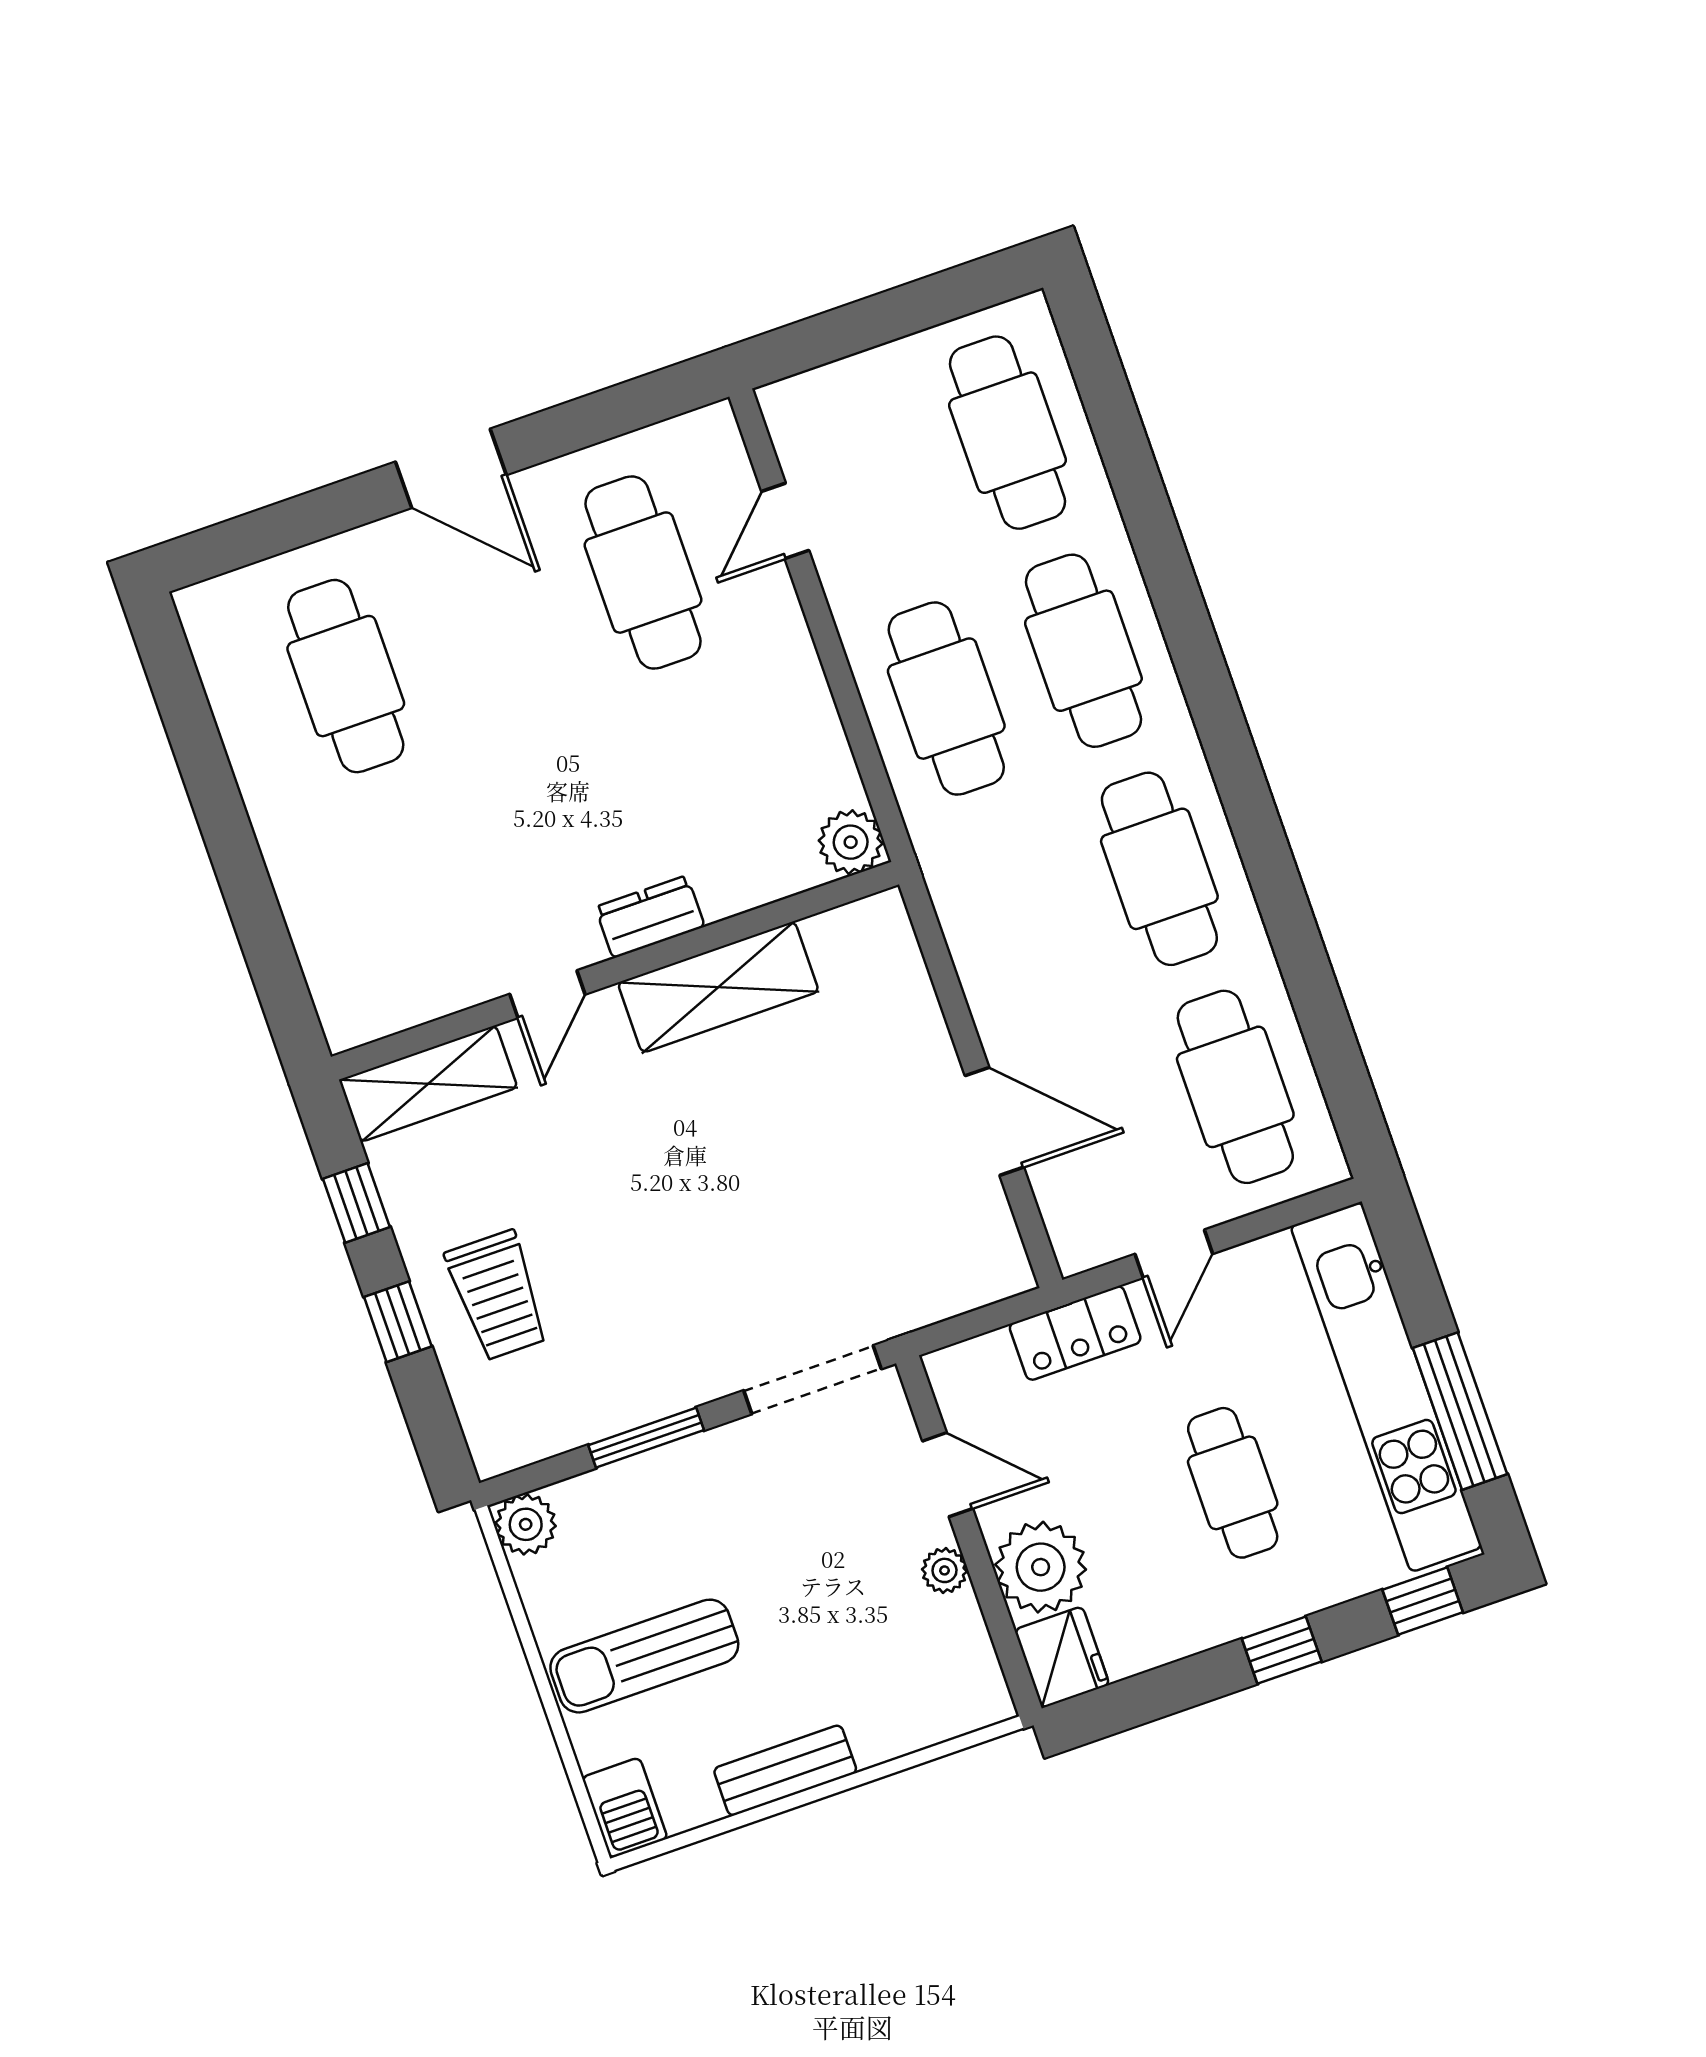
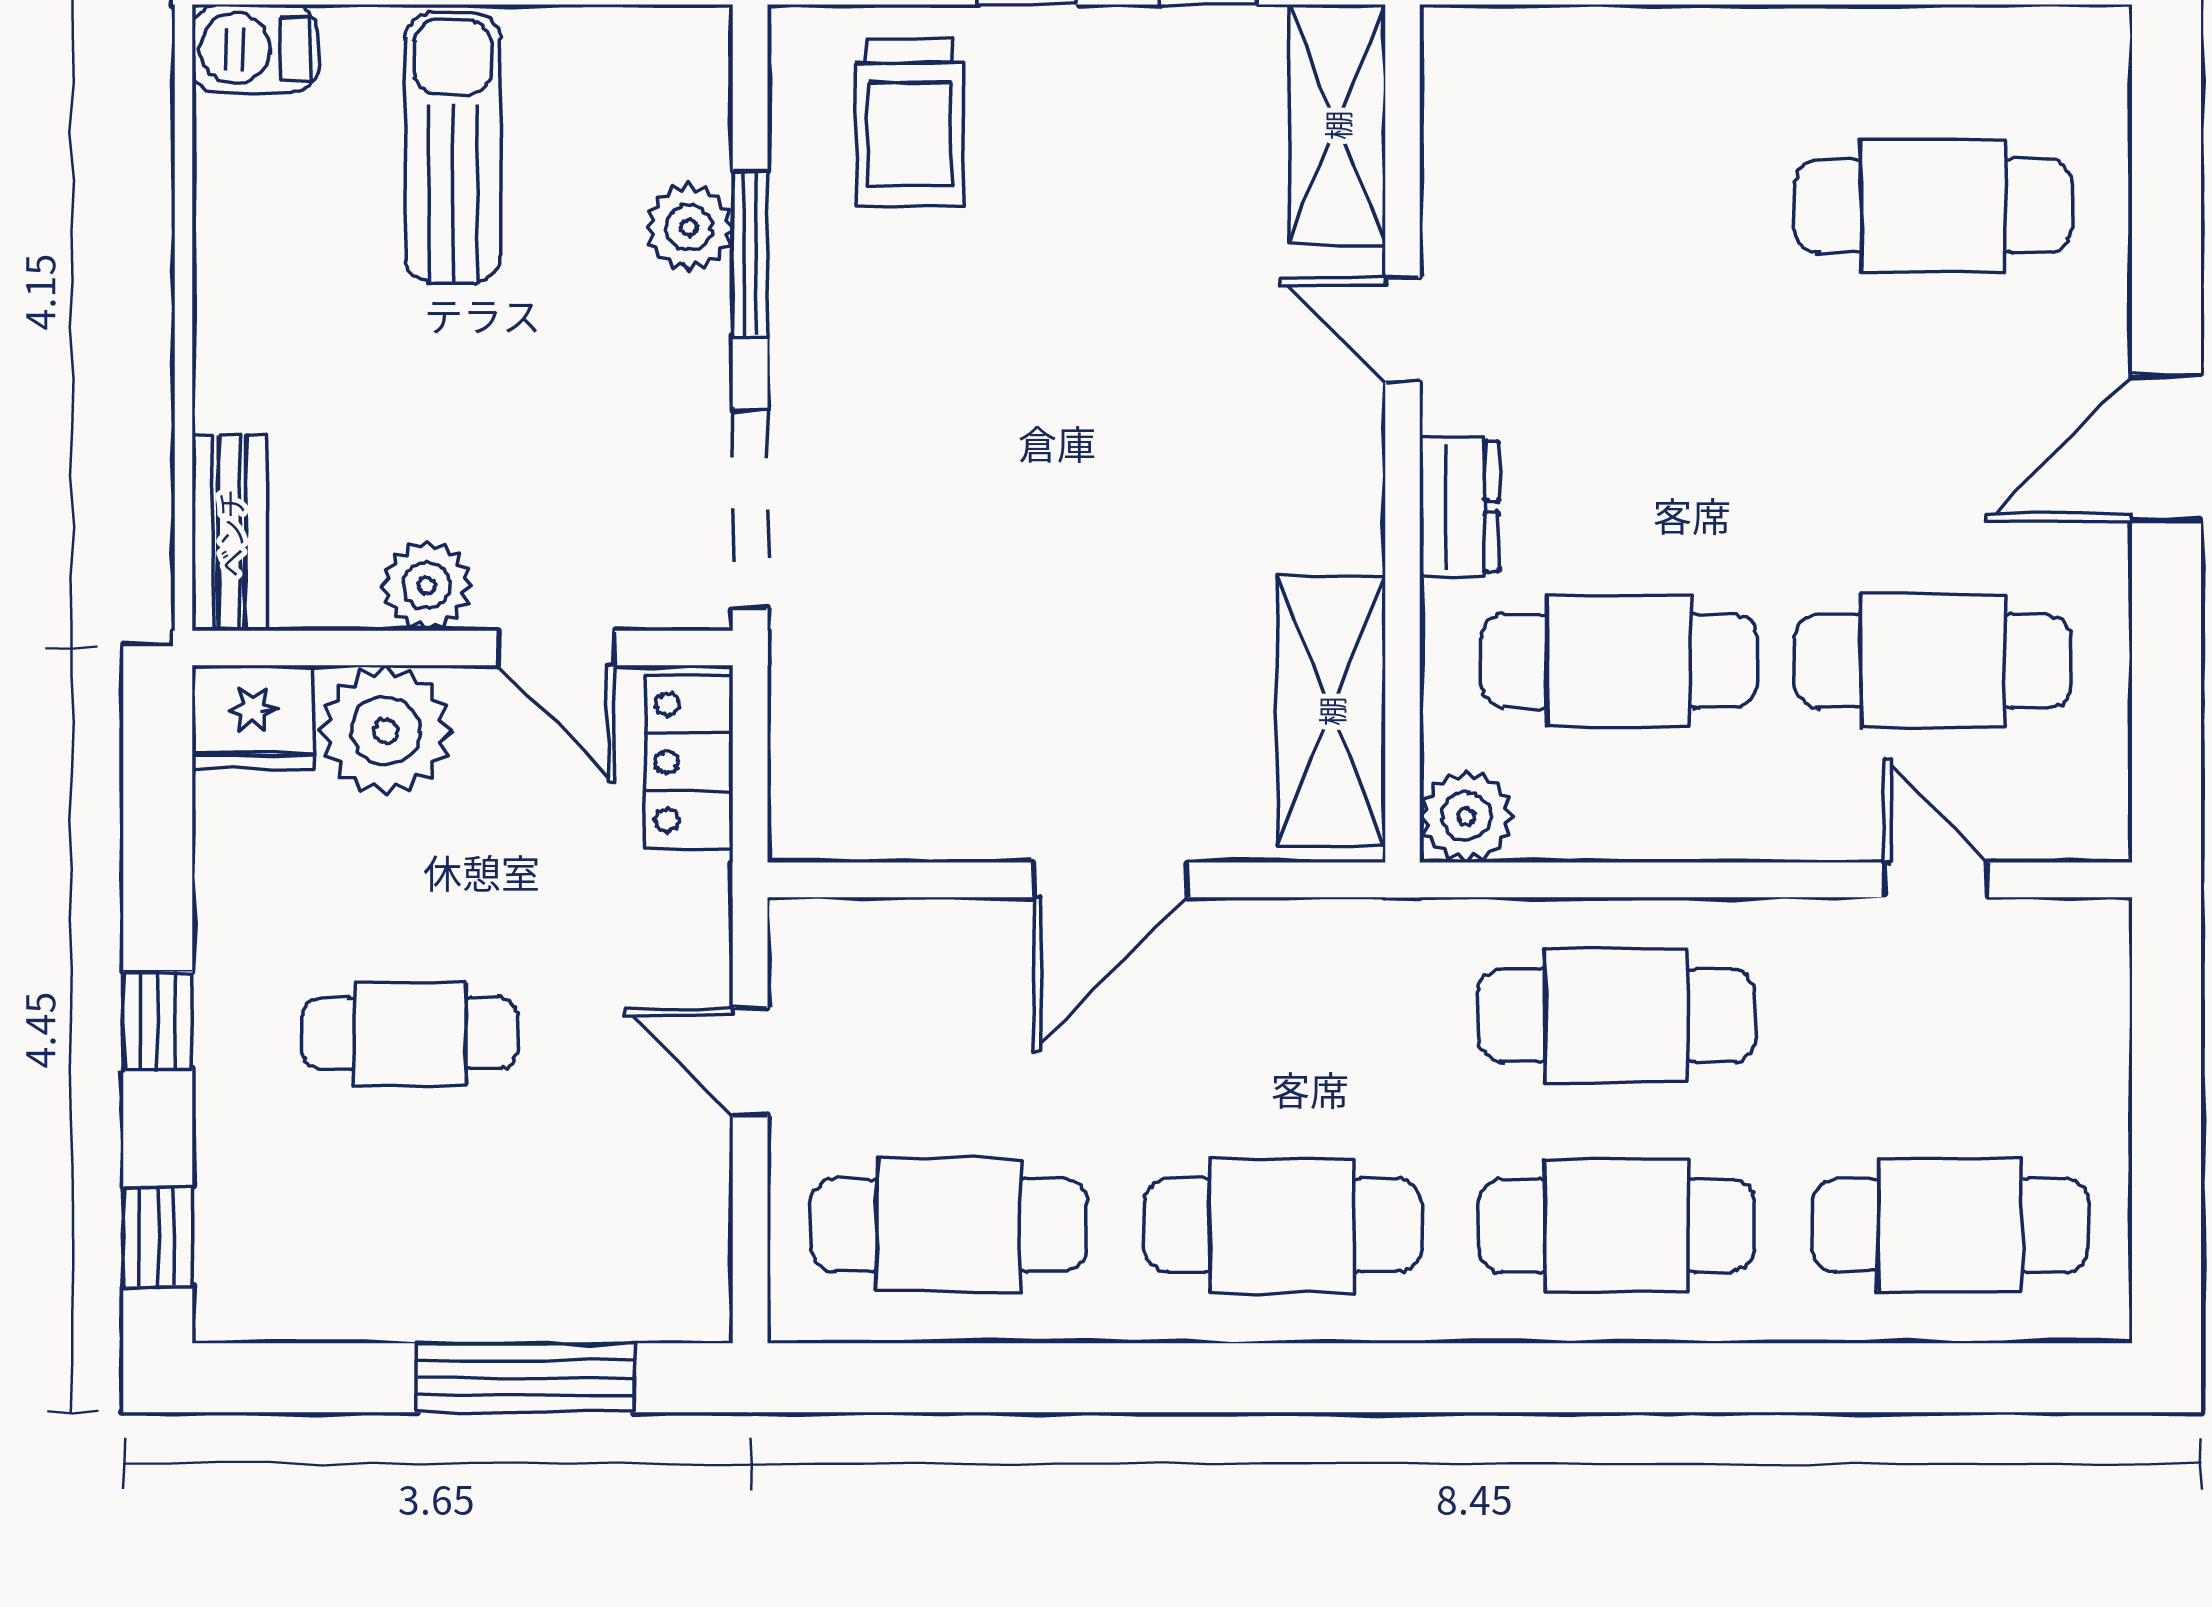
cafe table: (714, 778) -> (1619, 661), added
shelving: (718, 987) -> (1331, 711), moved
door: (994, 1121) -> (1111, 880), moved
trolley: (497, 1295) -> (909, 123), moved, turned -90
locker: (1075, 1333) -> (689, 762), moved
kitchen unit: (1386, 1387) -> (468, 1289), removed
window: (1460, 1411) -> (525, 1378), moved
door: (948, 1475) -> (556, 648), hinge flipped
plant: (526, 1524) -> (689, 228), moved
plant: (944, 1570) -> (427, 586), width x1.38, depth x1.38
bench: (785, 1770) -> (230, 533), moved

